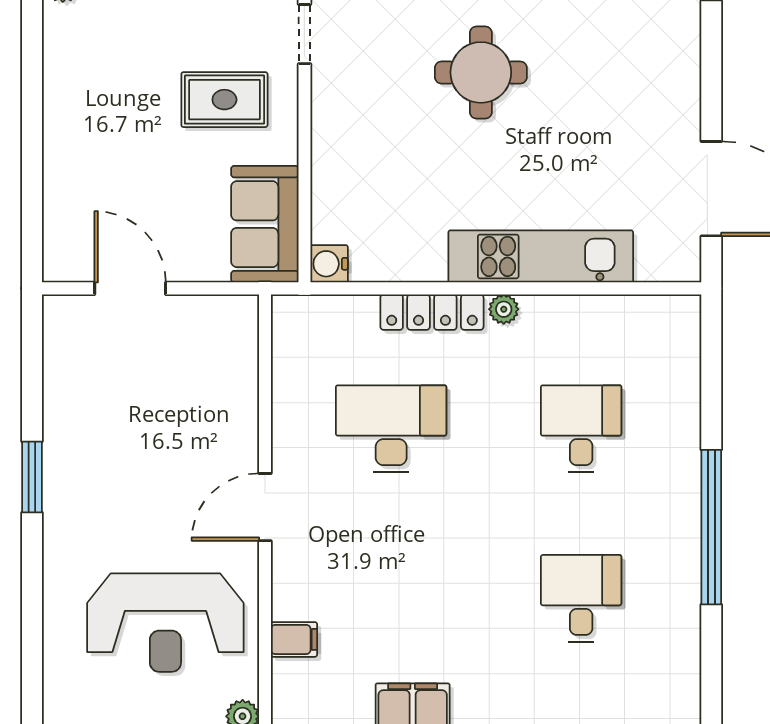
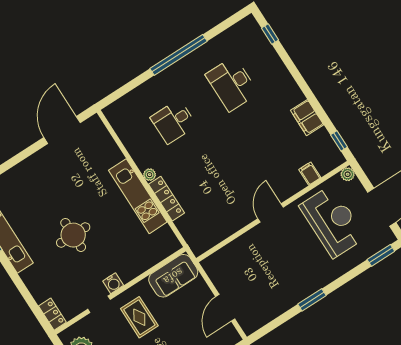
kitchen unit: (541, 256) -> (138, 196), moved
water cooler: (329, 264) -> (113, 283), moved
desk: (391, 429) -> (216, 187), removed
door: (265, 507) -> (271, 213), swing flipped
desk: (581, 598) -> (232, 84), width x1.37
window: (32, 677) -> (381, 255), added

